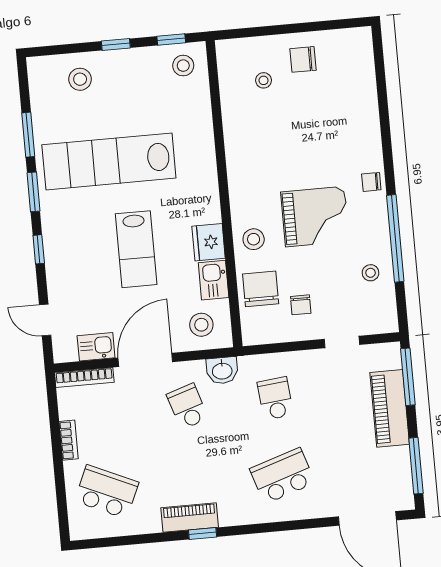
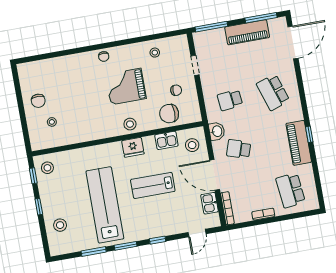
lab bench: (109, 161) -> (105, 205), turned 180
grand piano: (315, 217) -> (126, 86), turned -90
window: (395, 238) -> (134, 40), removed
stool: (254, 239) -> (130, 124), moved
fridge: (209, 242) -> (133, 147), moved
lab bench: (136, 249) -> (153, 185), turned 180
school desk: (187, 406) -> (239, 149), turned 36
piano: (390, 408) -> (247, 32), moved
school desk: (107, 492) -> (291, 190), turned -30
piano: (190, 517) -> (299, 143), width x1.37, depth x1.33

